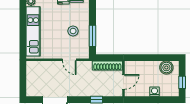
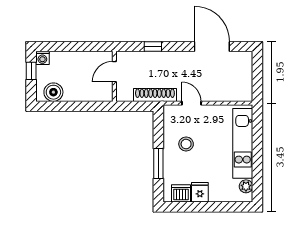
window: (93, 36) -> (158, 163), moved
shoe rack: (107, 66) -> (155, 95), moved
washing machine: (155, 92) -> (42, 58), moved

